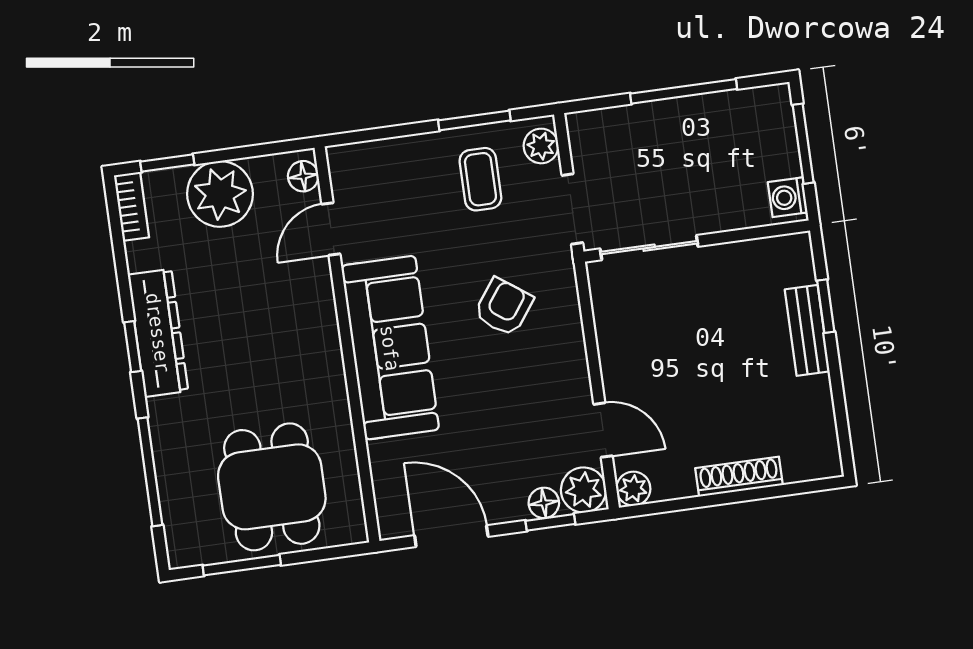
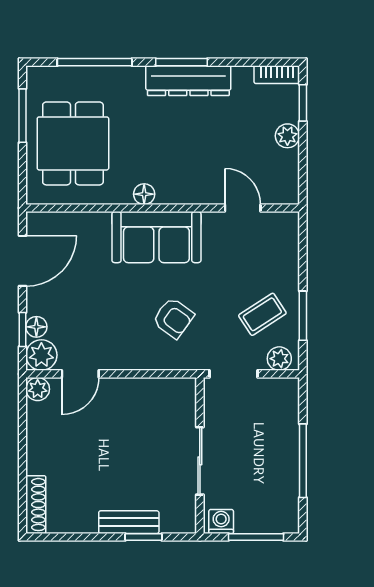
floor lamp: (303, 176) -> (144, 194), moved
coffee table: (480, 179) -> (262, 314), turned -33
plant: (220, 194) -> (287, 136), width x0.53, depth x0.53
sliding door: (649, 248) -> (200, 461), moved
window: (133, 347) -> (181, 62), width x1.50
sofa: (390, 348) -> (156, 237), width x0.73
shoe rack: (739, 477) -> (36, 505), moved
dining table: (272, 487) -> (73, 143), turned 90

